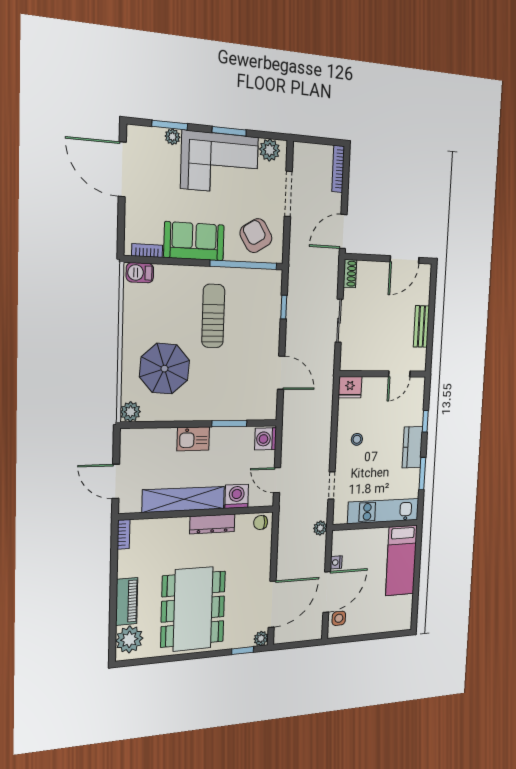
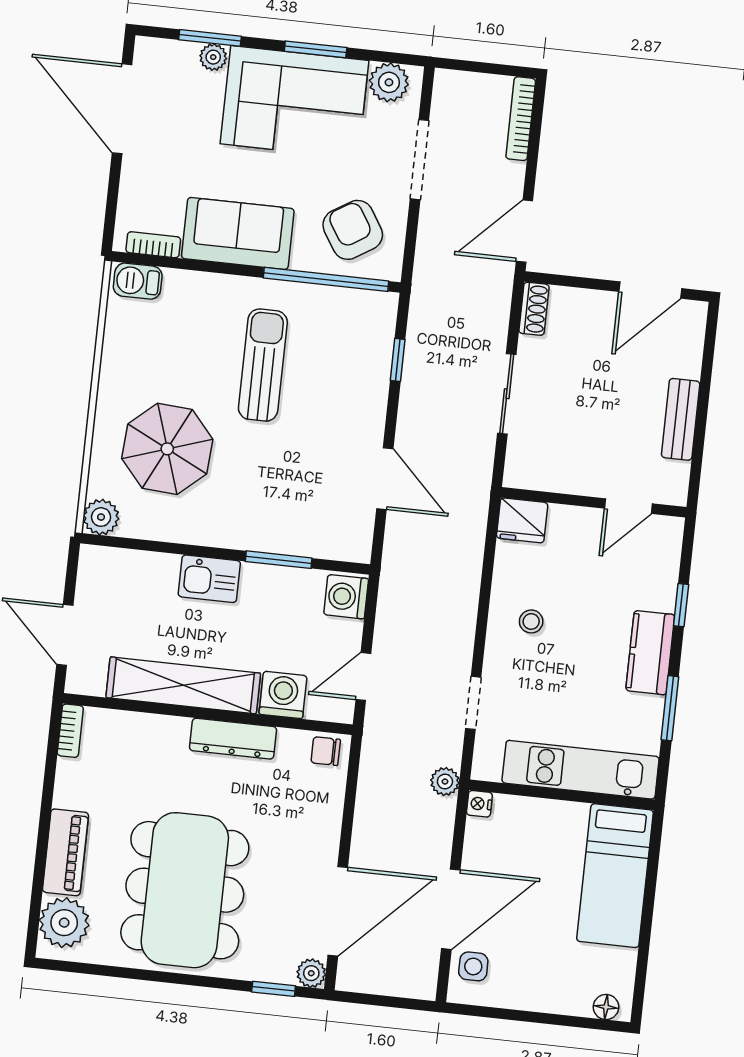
door: (277, 480) -> (363, 677), hinge flipped
nightstand: (336, 562) -> (479, 804), moved
floor lamp: (400, 625) -> (606, 1007), added

